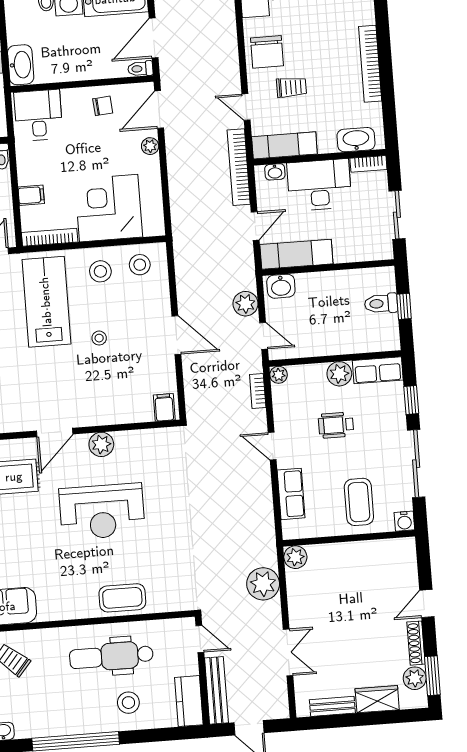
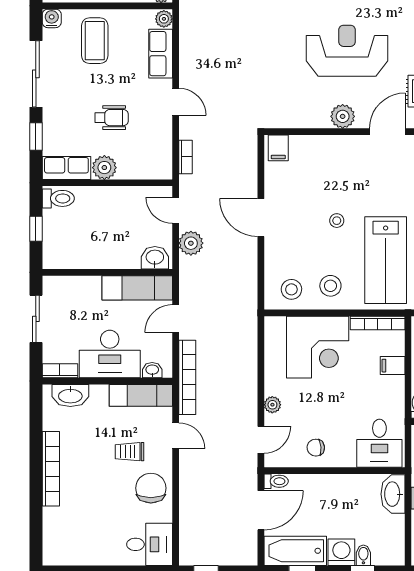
door: (159, 109) -> (261, 440), width x0.73
toilet: (381, 303) -> (58, 198), moved
plant: (279, 375) -> (164, 19), moved

